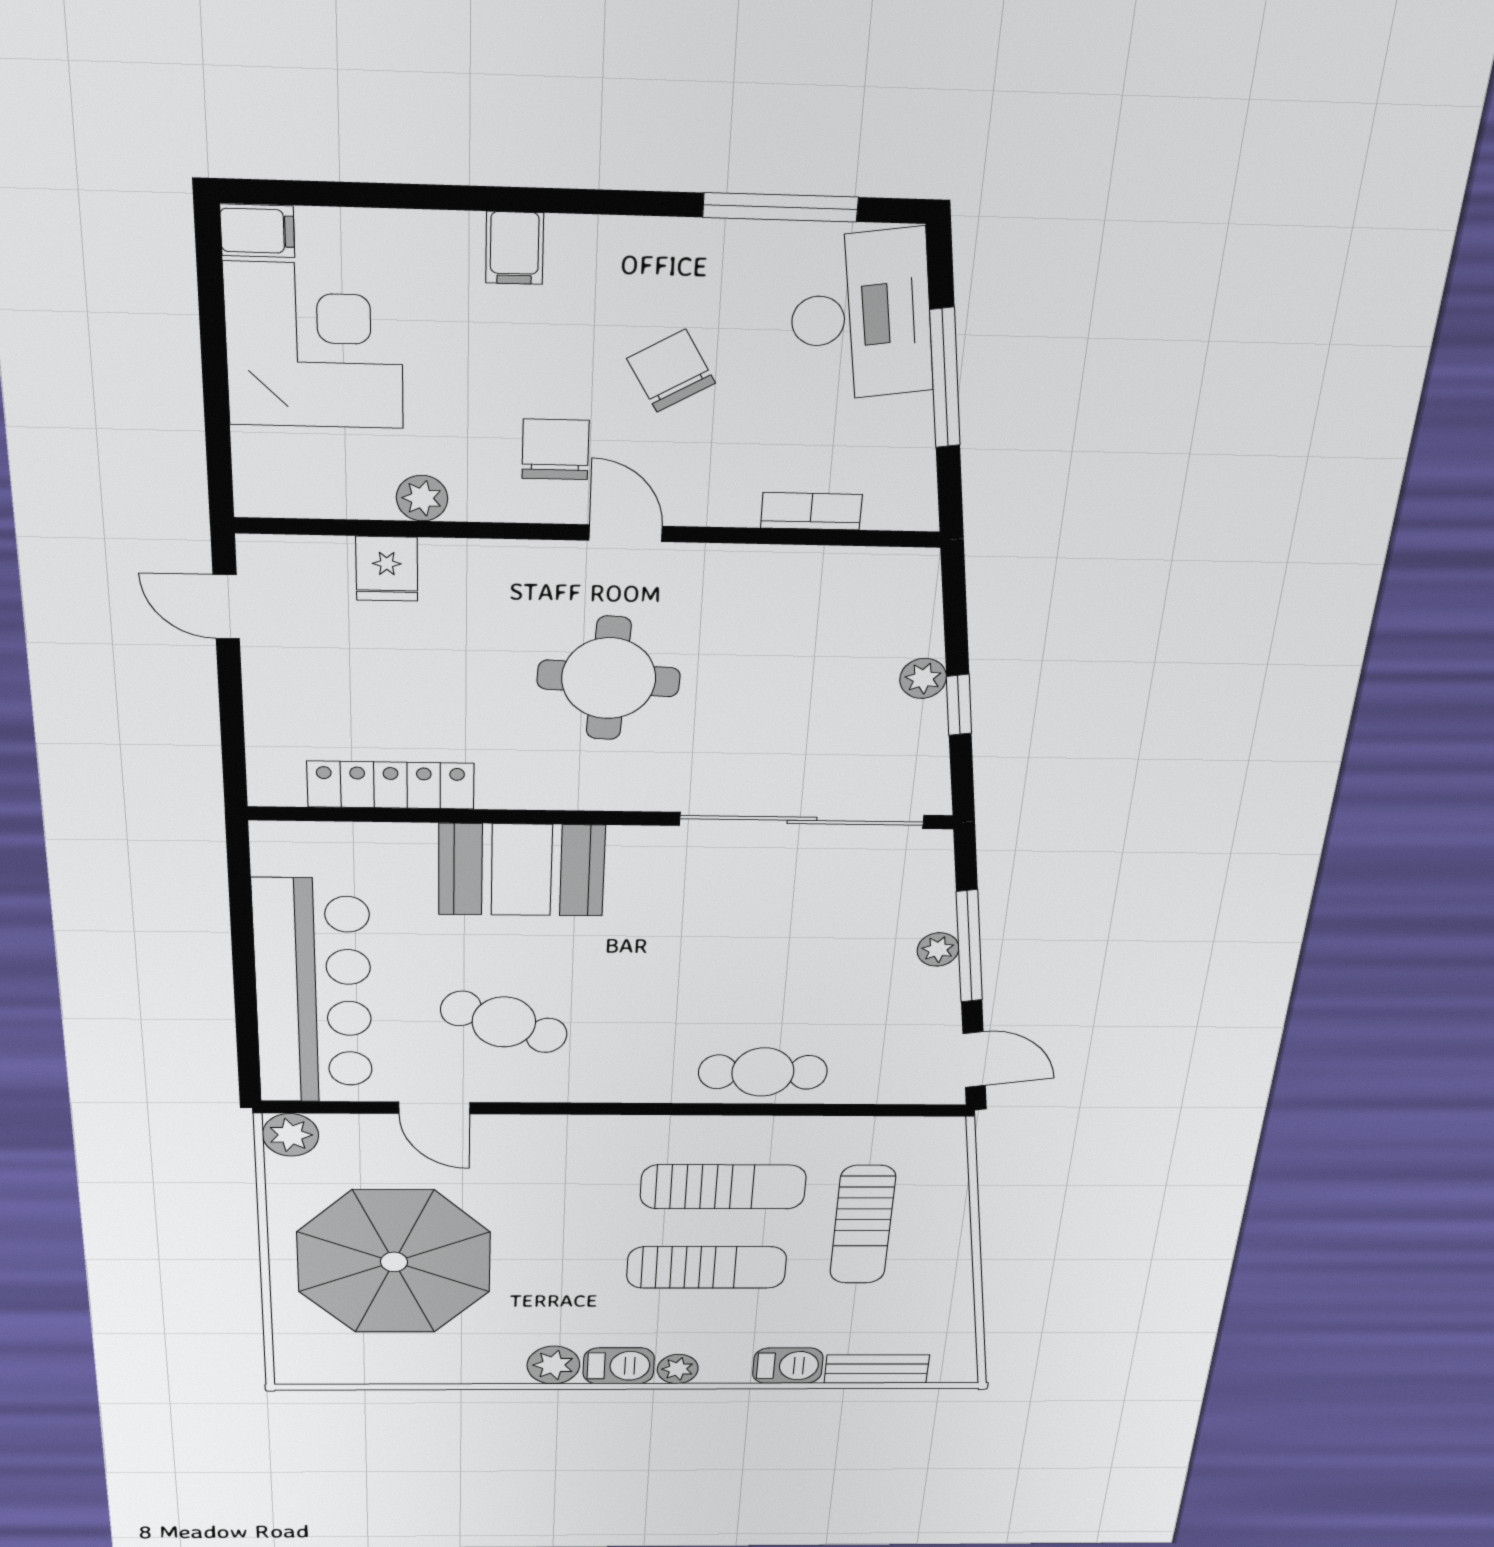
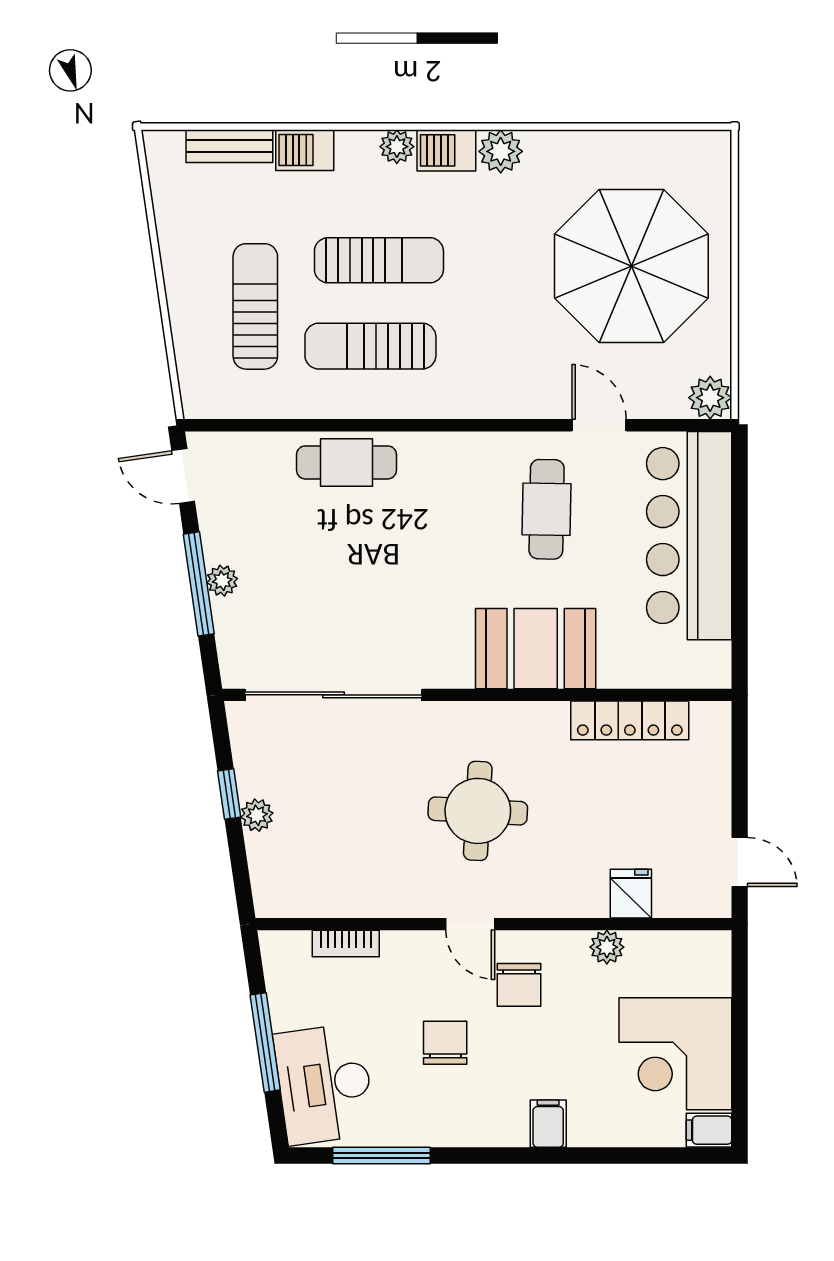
chair: (671, 371) -> (445, 1043), turned -150
cafe table: (504, 1022) -> (547, 509), turned 70
sun lounger: (707, 1267) -> (379, 260), turned 180

